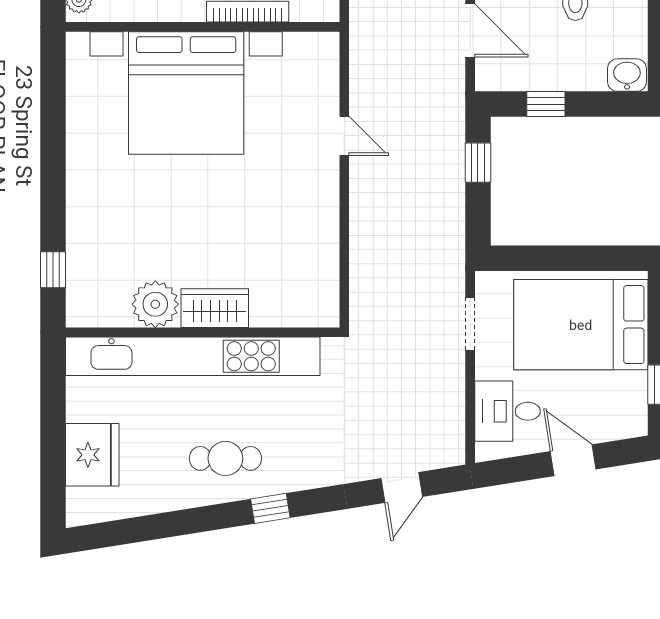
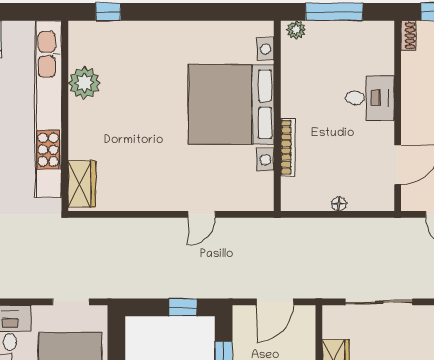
wardrobe: (215, 308) -> (82, 184), moved

